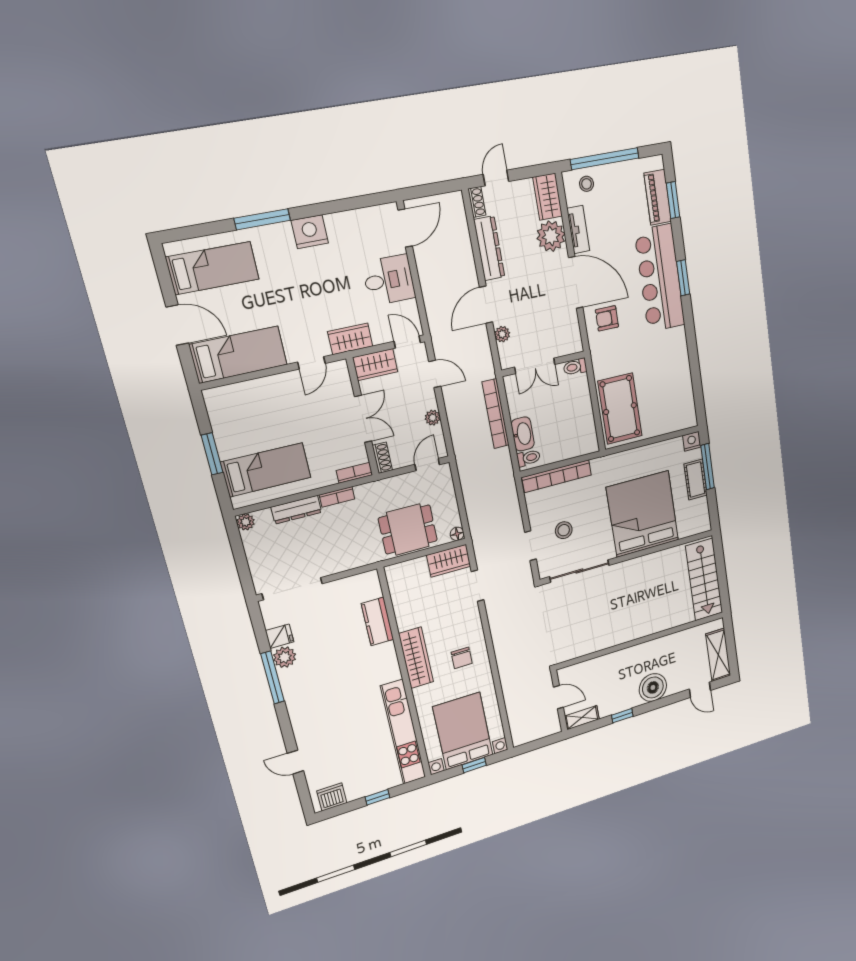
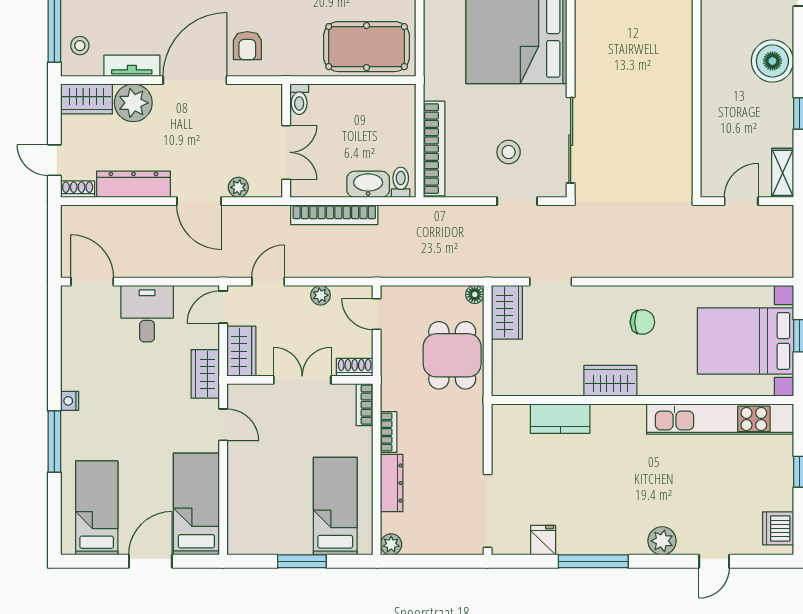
nightstand: (310, 232) -> (70, 401), width x0.53, depth x0.56
plant: (285, 657) -> (662, 541), moved
wardrobe: (416, 658) -> (610, 381), width x0.67

